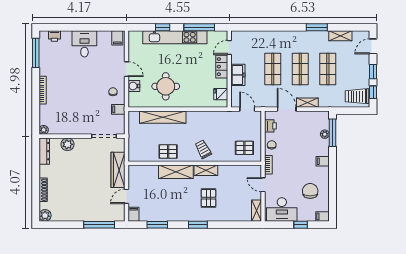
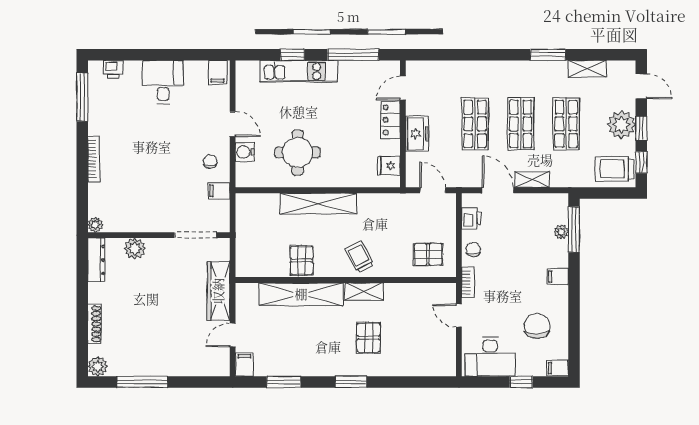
kitchen unit: (175, 37) -> (299, 71), width x0.73
door: (373, 46) -> (641, 86), swing flipped
plant: (361, 70) -> (622, 125), added
shelving: (163, 117) -> (318, 204), moved
pallet: (168, 151) -> (302, 260), turned 90
shelving: (176, 172) -> (301, 294), width x1.47
shelving: (257, 211) -> (448, 359), removed
window: (99, 225) -> (142, 382), moved

